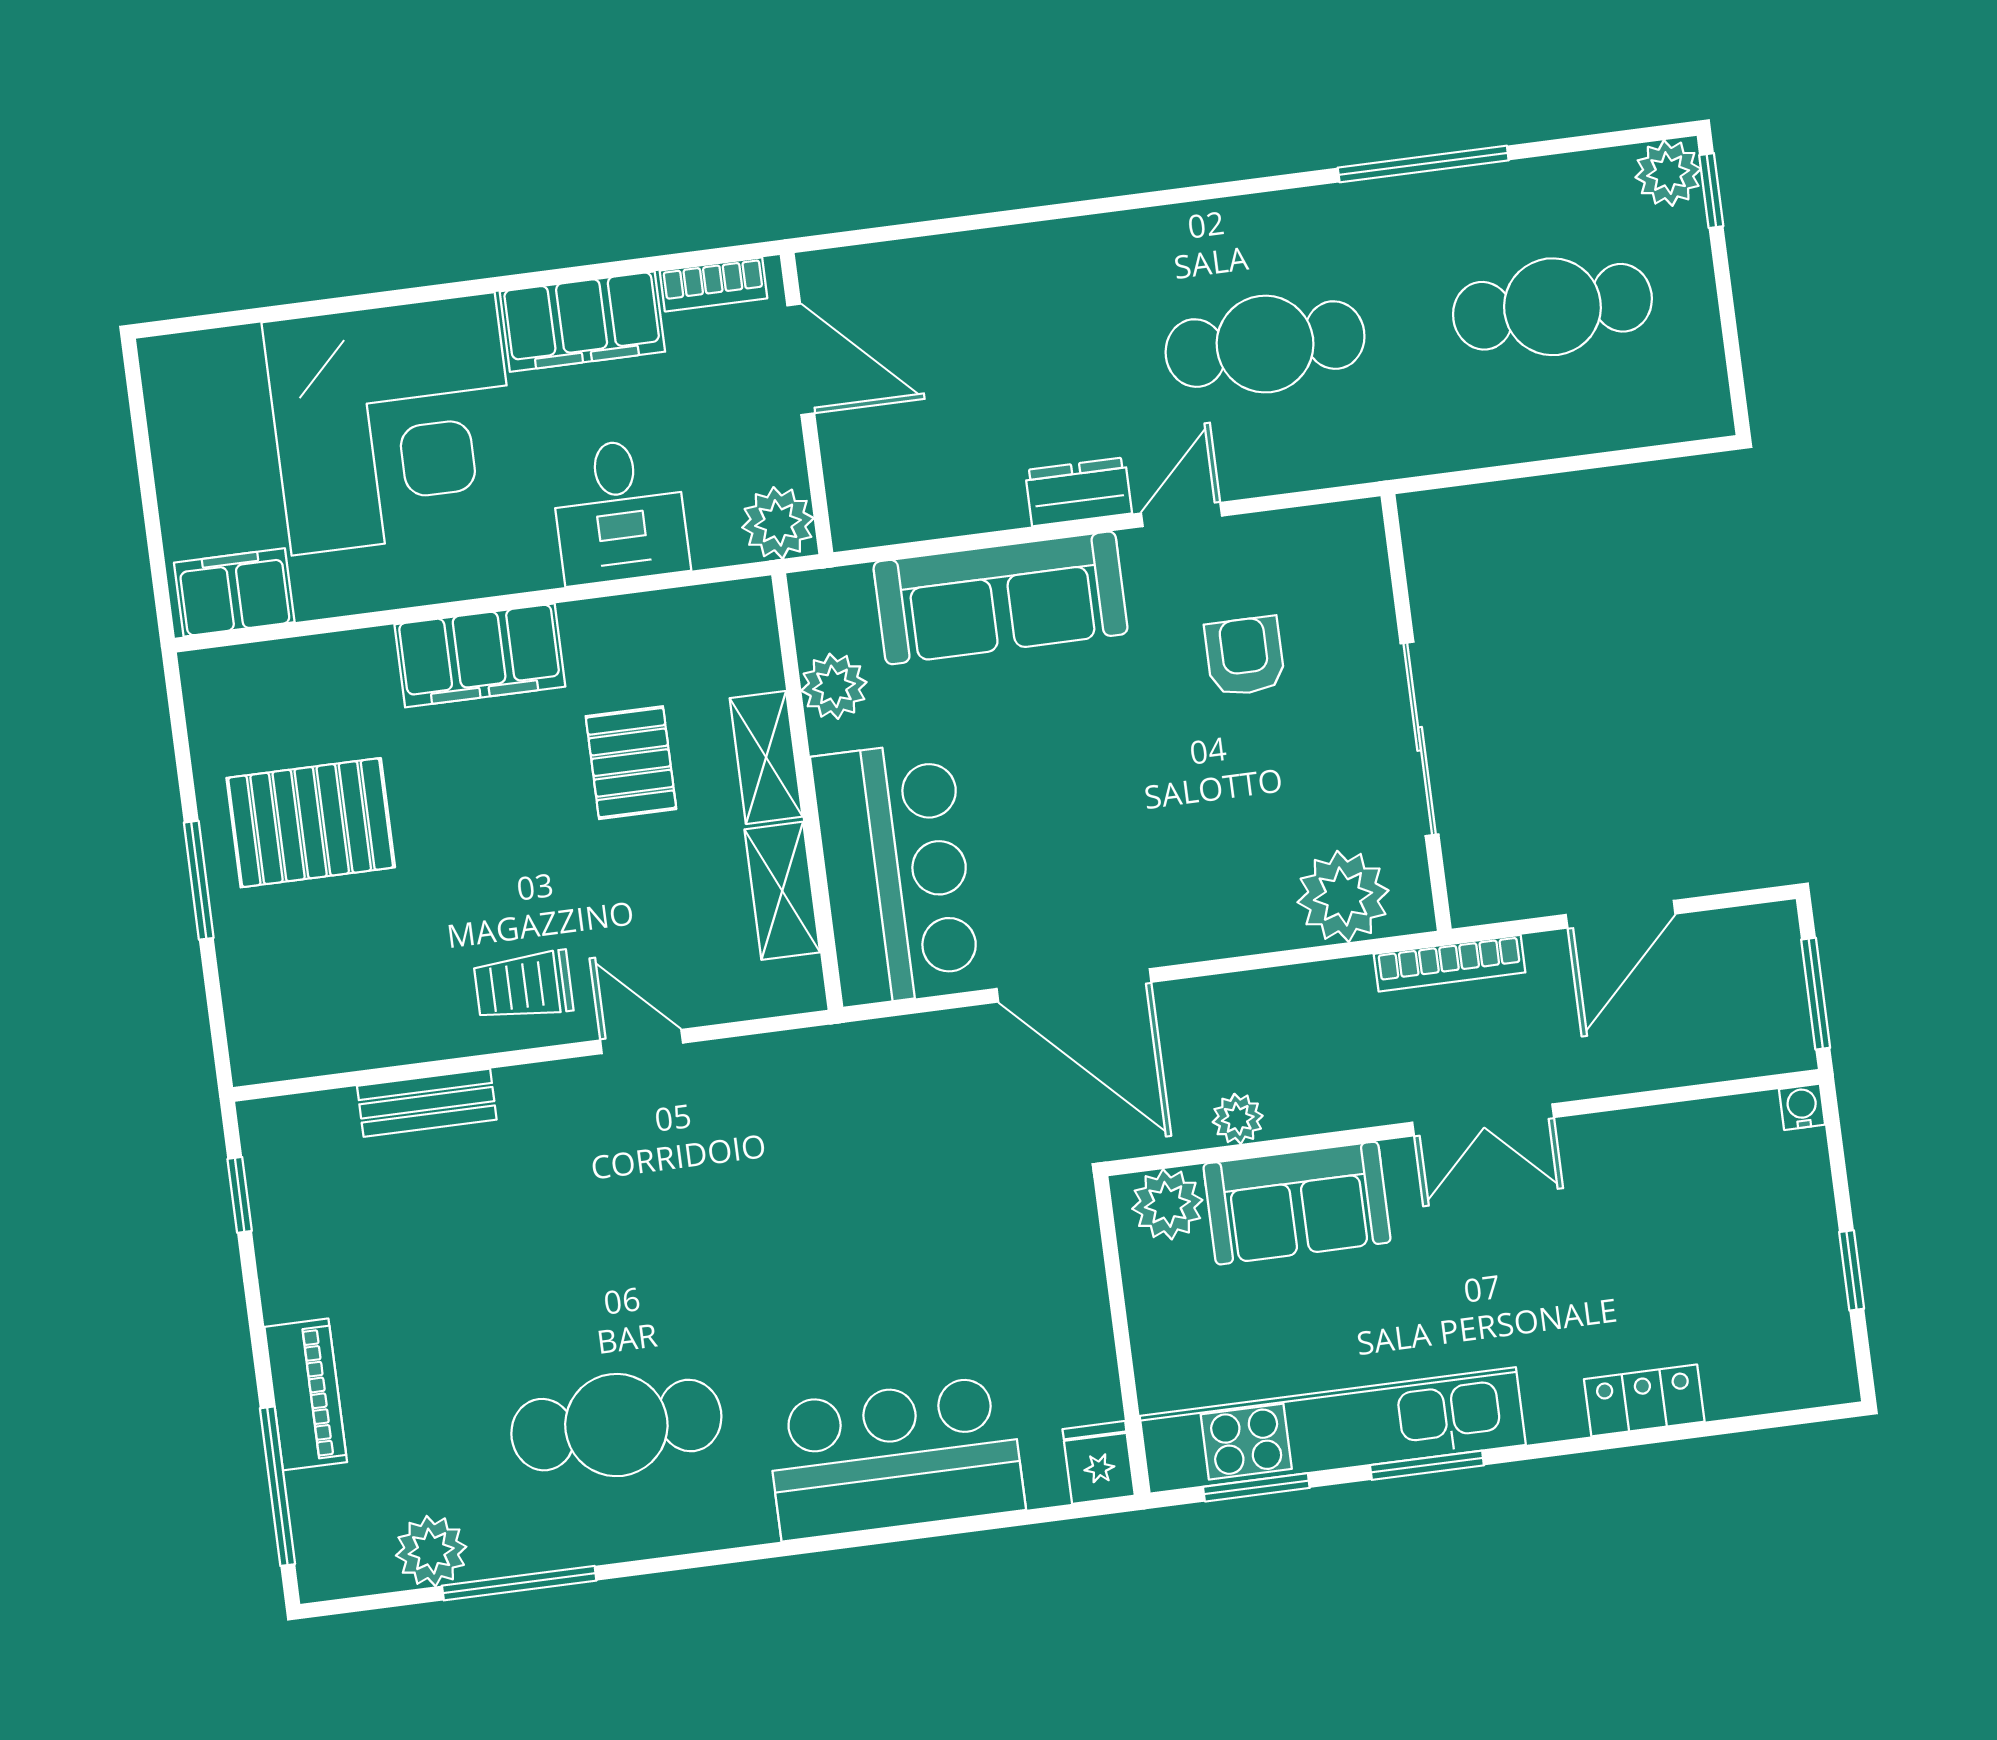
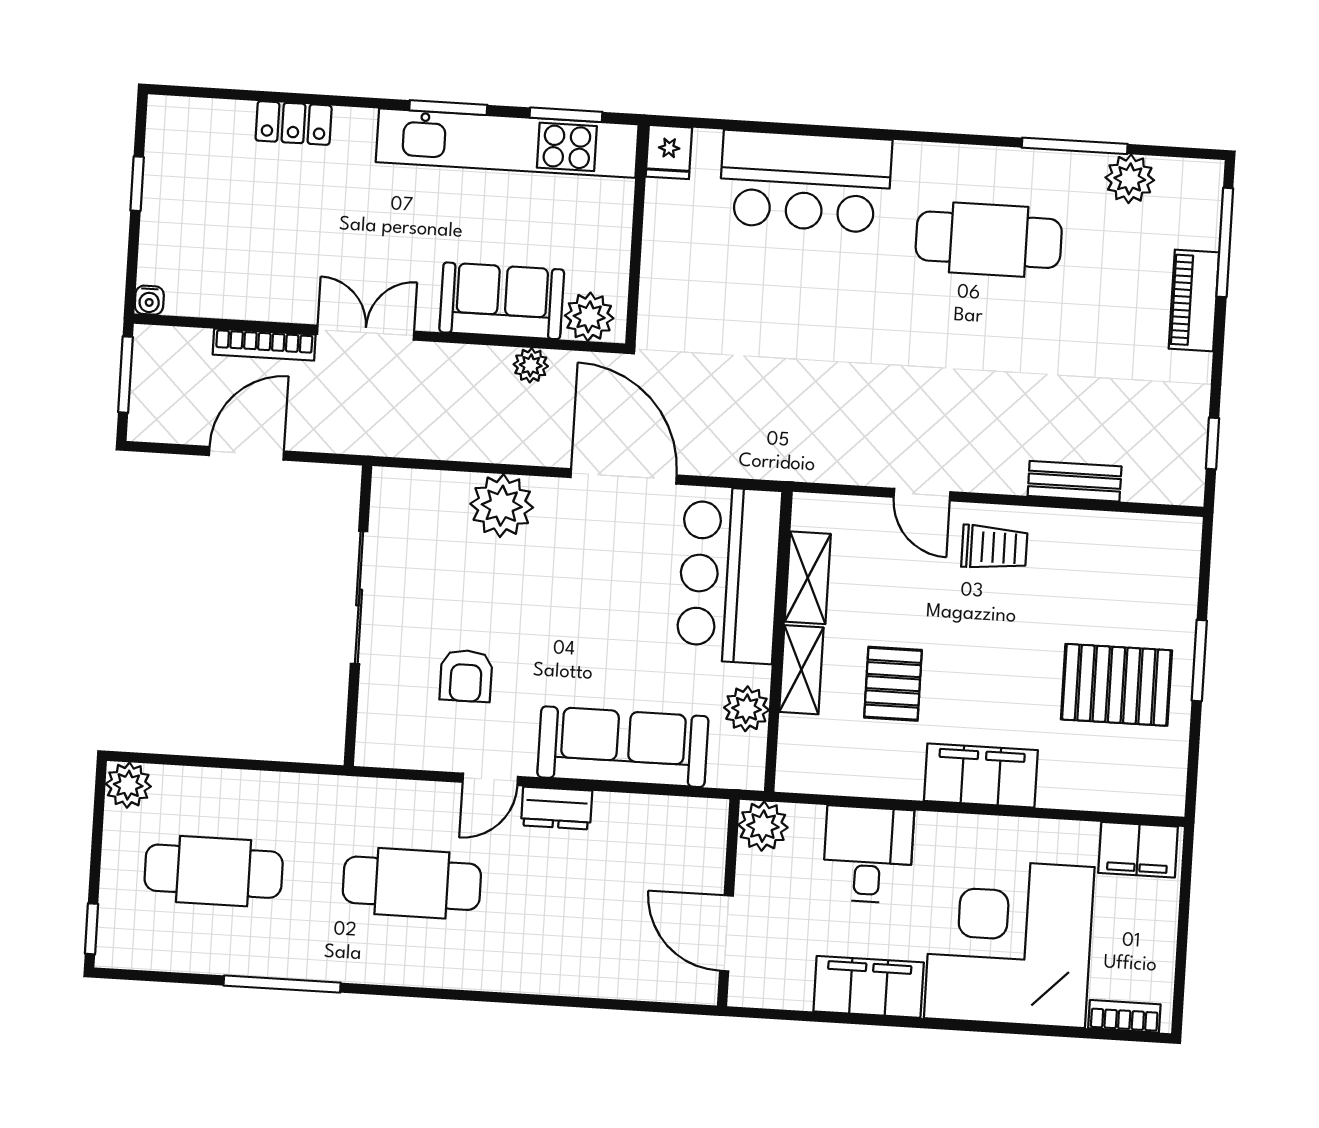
plant: (1668, 173) -> (128, 785), moved
bookcase: (713, 284) -> (1124, 1016), moved
plant: (1343, 896) -> (502, 506), moved
bookcase: (1450, 963) -> (264, 345), moved, turned 180

